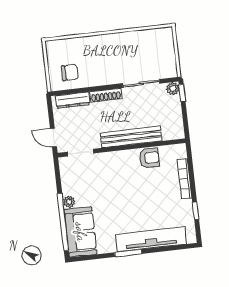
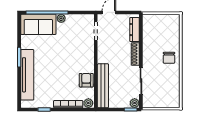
chair: (70, 73) -> (169, 58), moved
bench: (131, 137) -> (103, 86), moved
plant: (180, 152) -> (88, 103), added
armchair: (149, 158) -> (86, 80), turned 180

